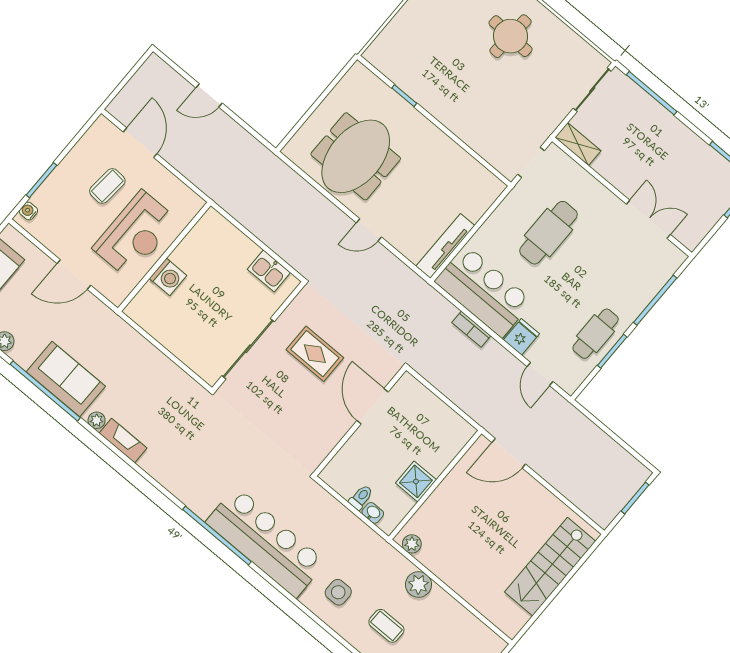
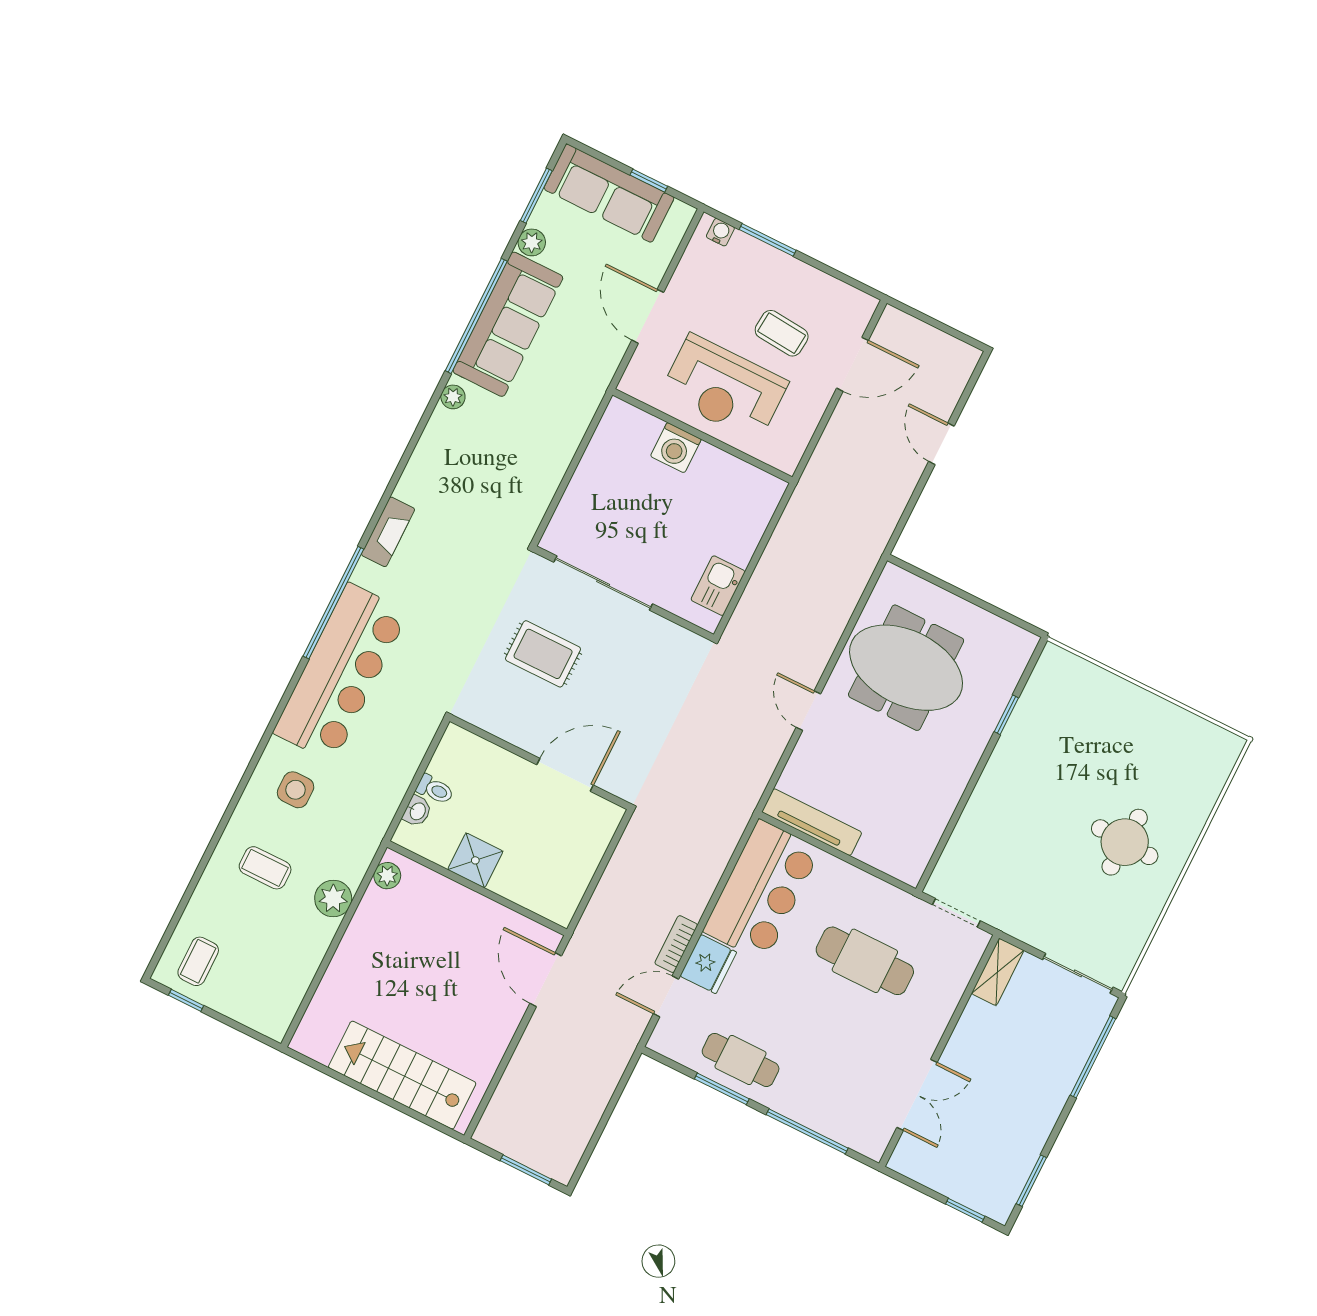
bookcase: (471, 329) -> (676, 944), moved
fridge: (521, 337) -> (708, 964), width x1.38
rug: (315, 354) -> (543, 654), moved, turned 90
sofa: (66, 379) -> (508, 324), width x1.36
fireplace: (123, 441) -> (388, 532), moved
coffee table: (386, 626) -> (265, 868), turned 90

